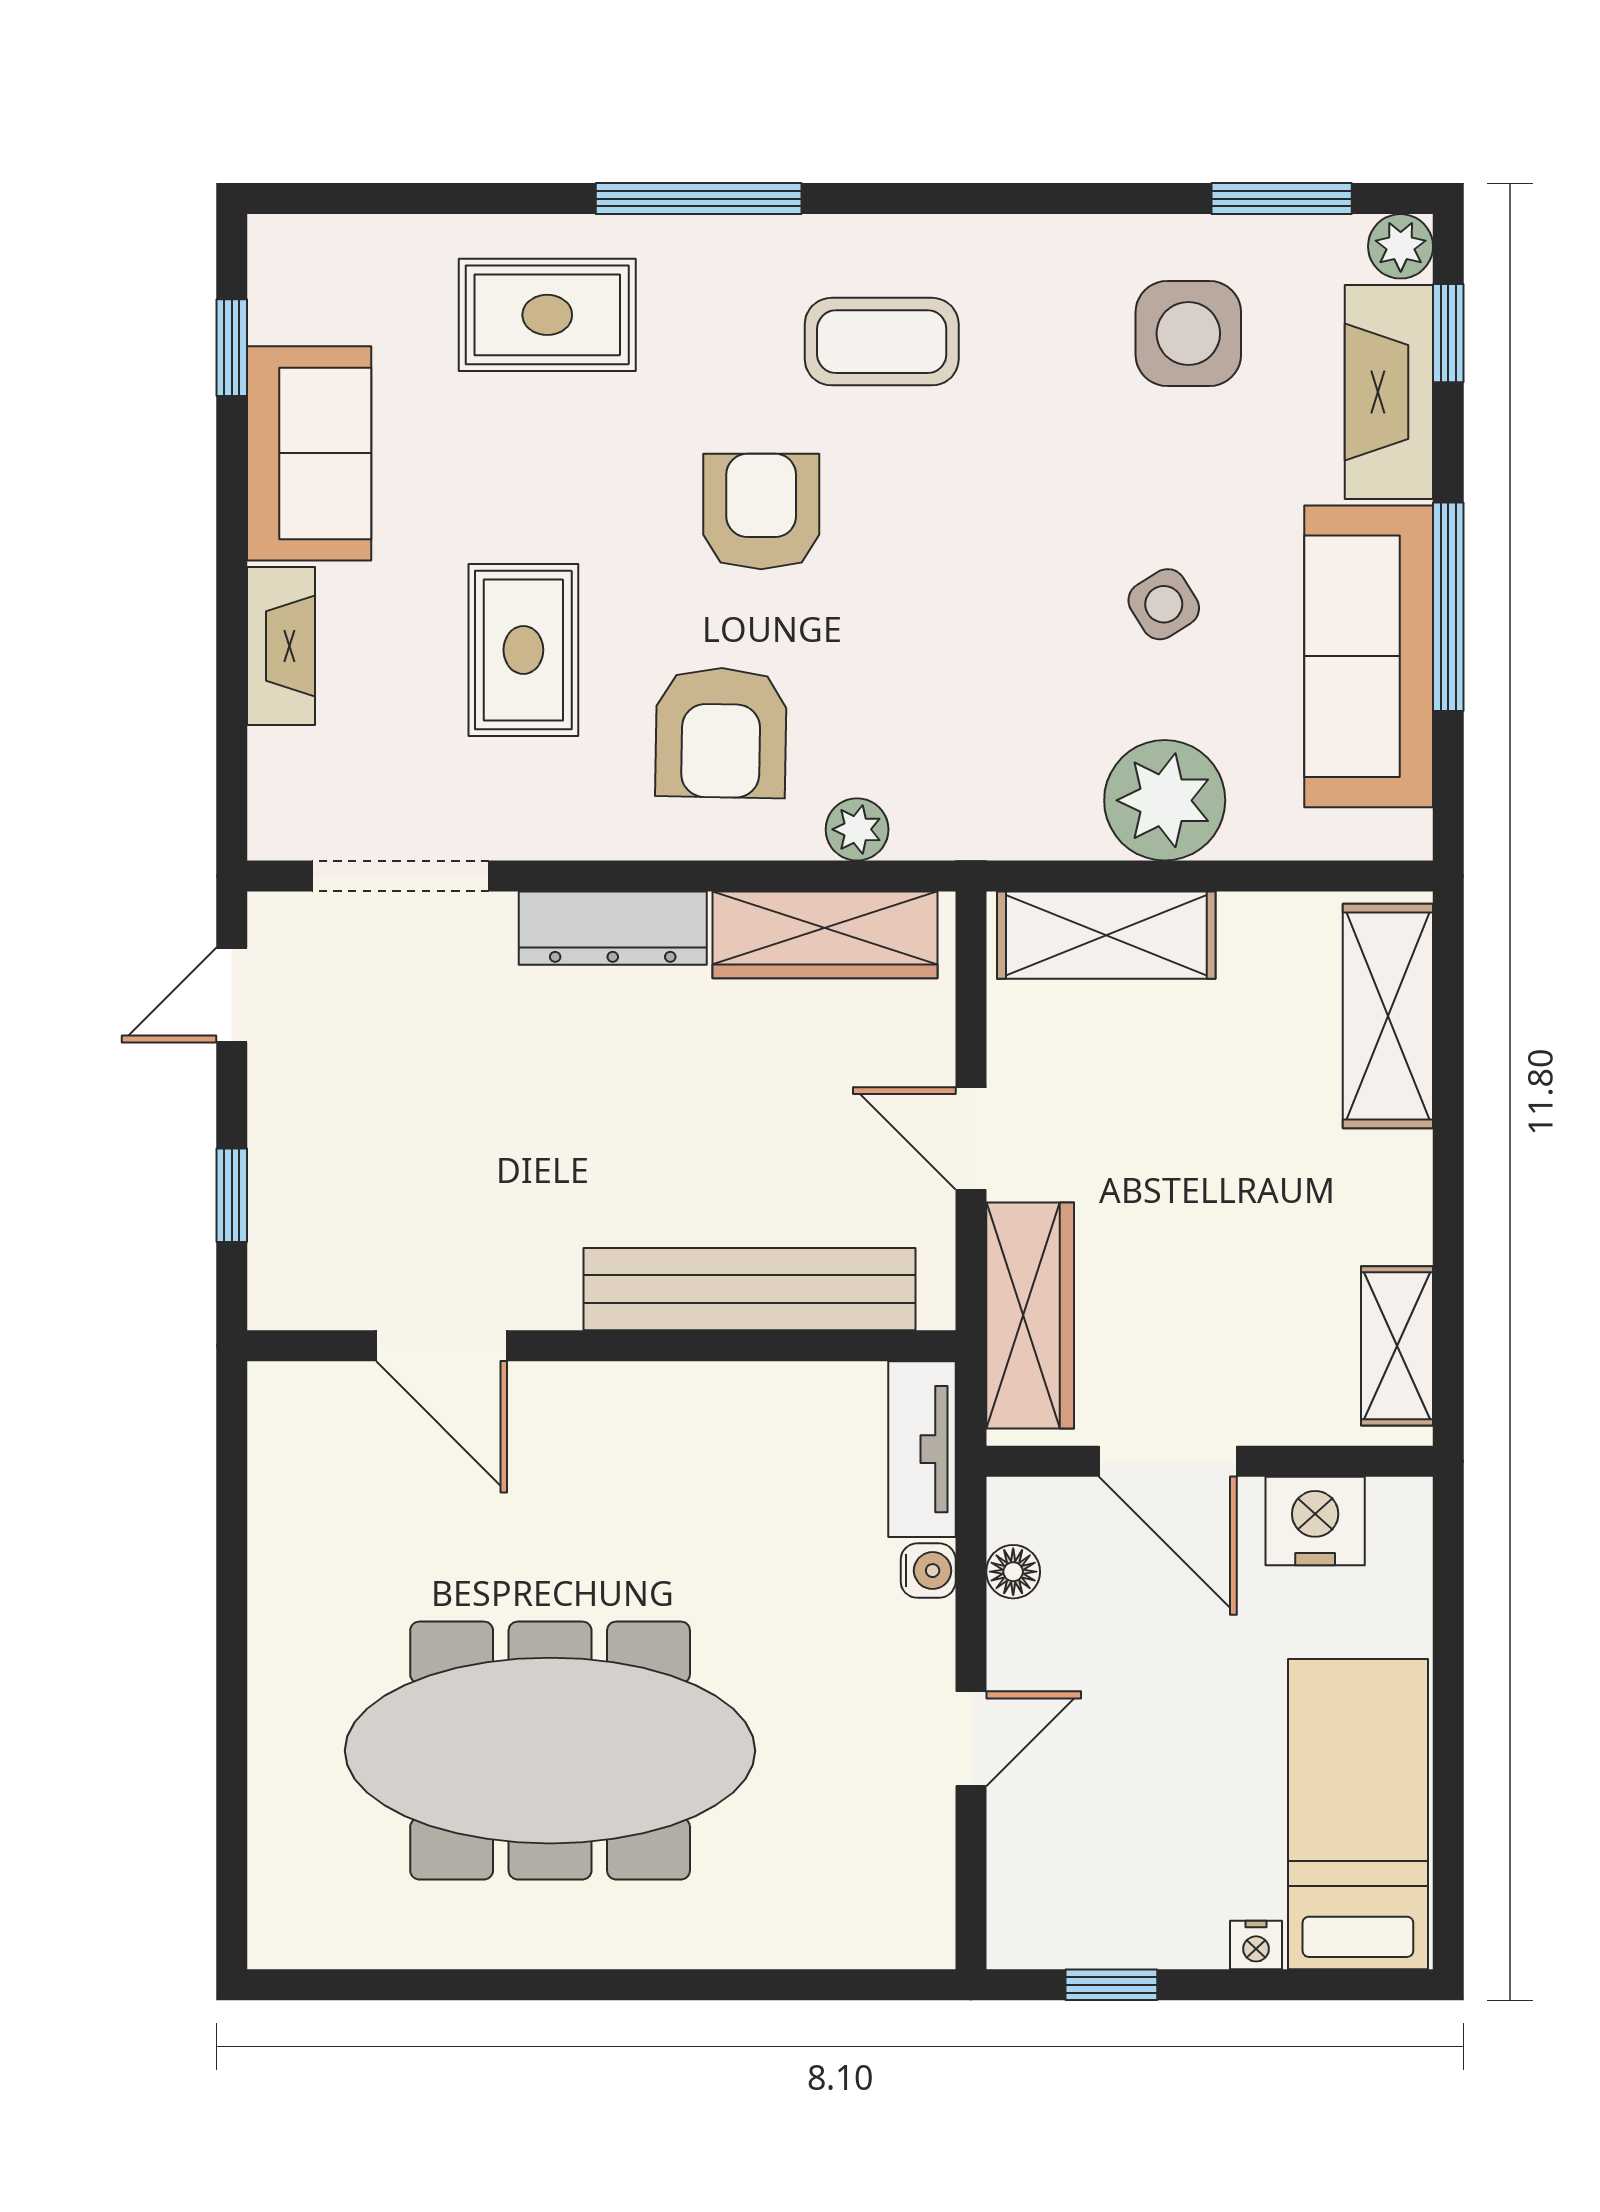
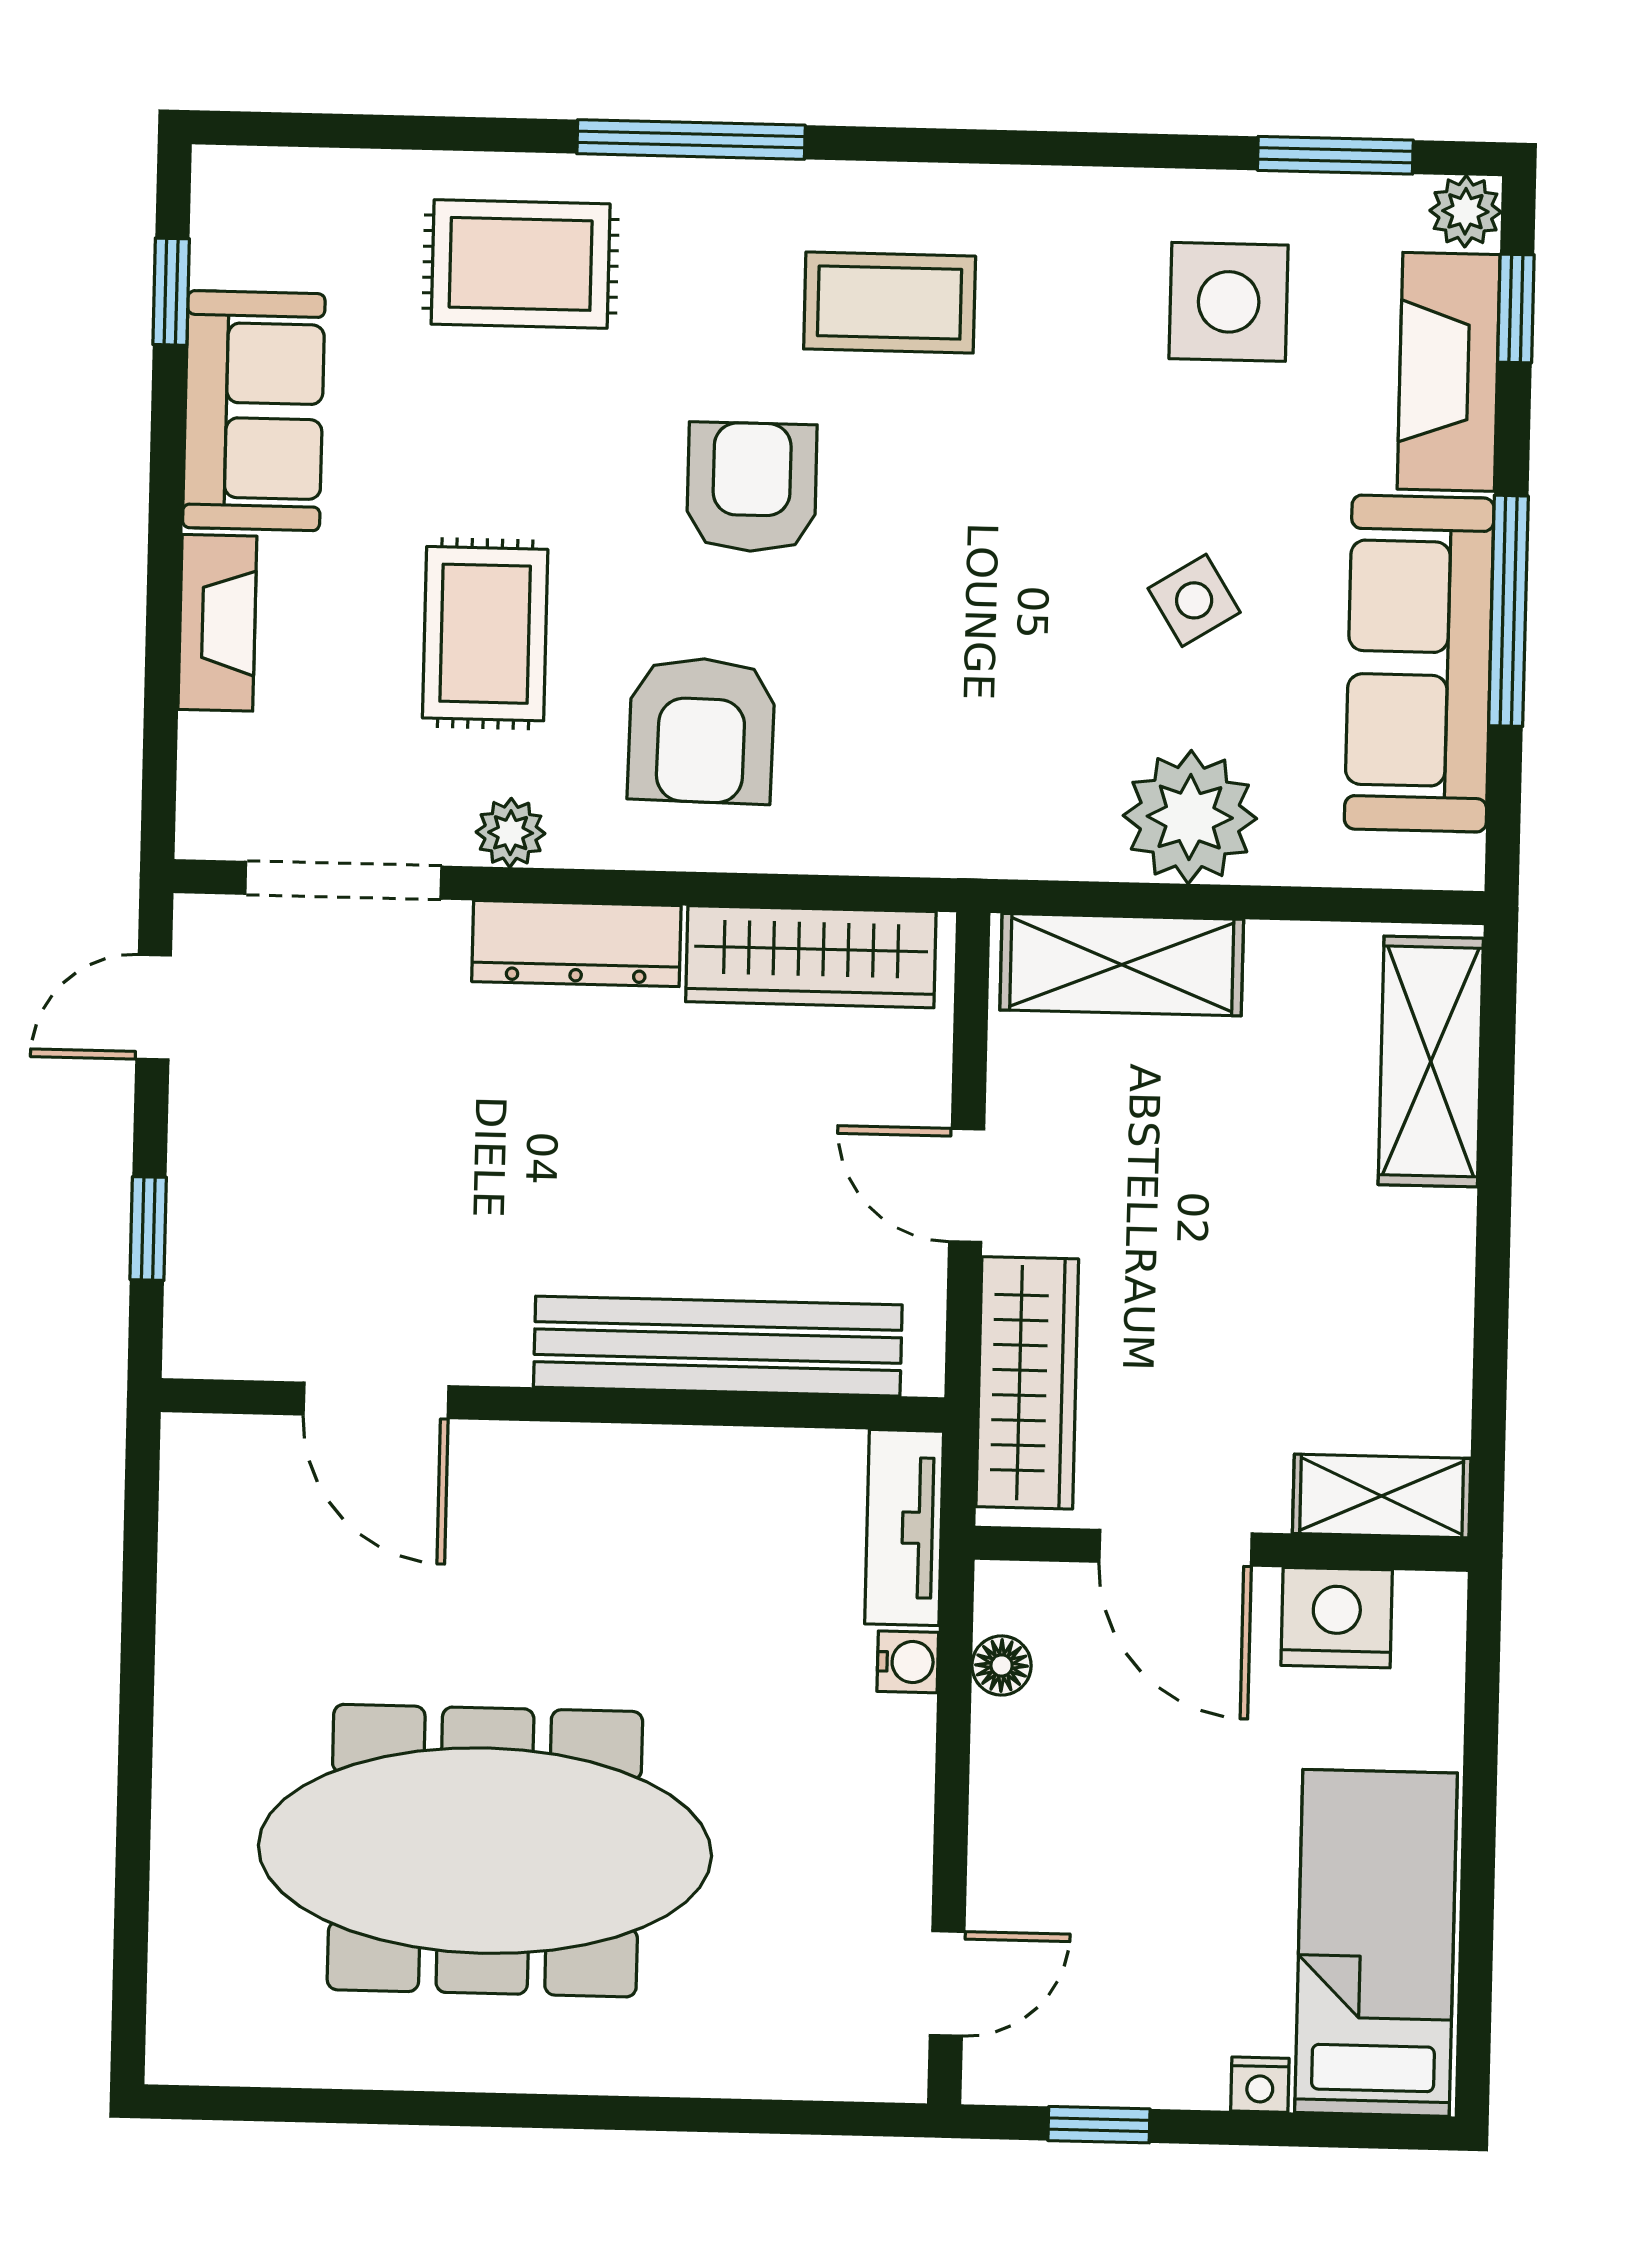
plant: (857, 829) -> (511, 833), moved
shelving: (1397, 1346) -> (1382, 1496), moved, turned 90
door: (971, 1739) -> (947, 1983), moved

